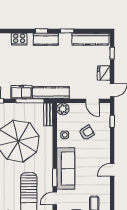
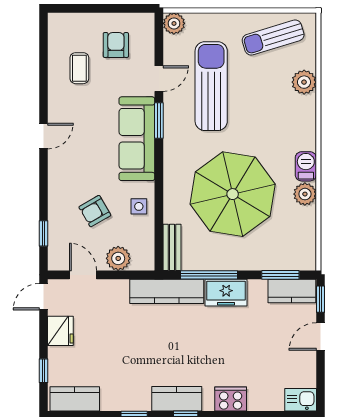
kitchen counter: (90, 39) -> (75, 399), width x0.67
plant: (63, 109) -> (118, 258), moved

